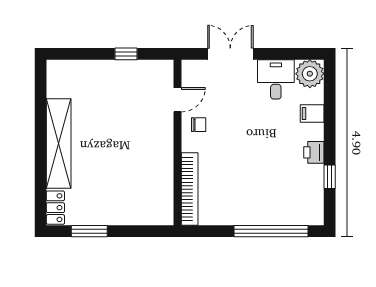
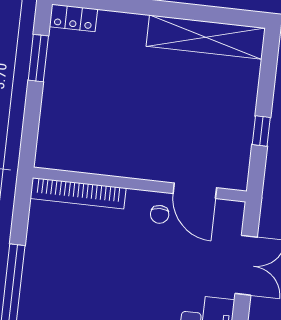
door: (177, 100) -> (195, 191), width x1.38
shelving: (59, 143) -> (206, 37), moved

